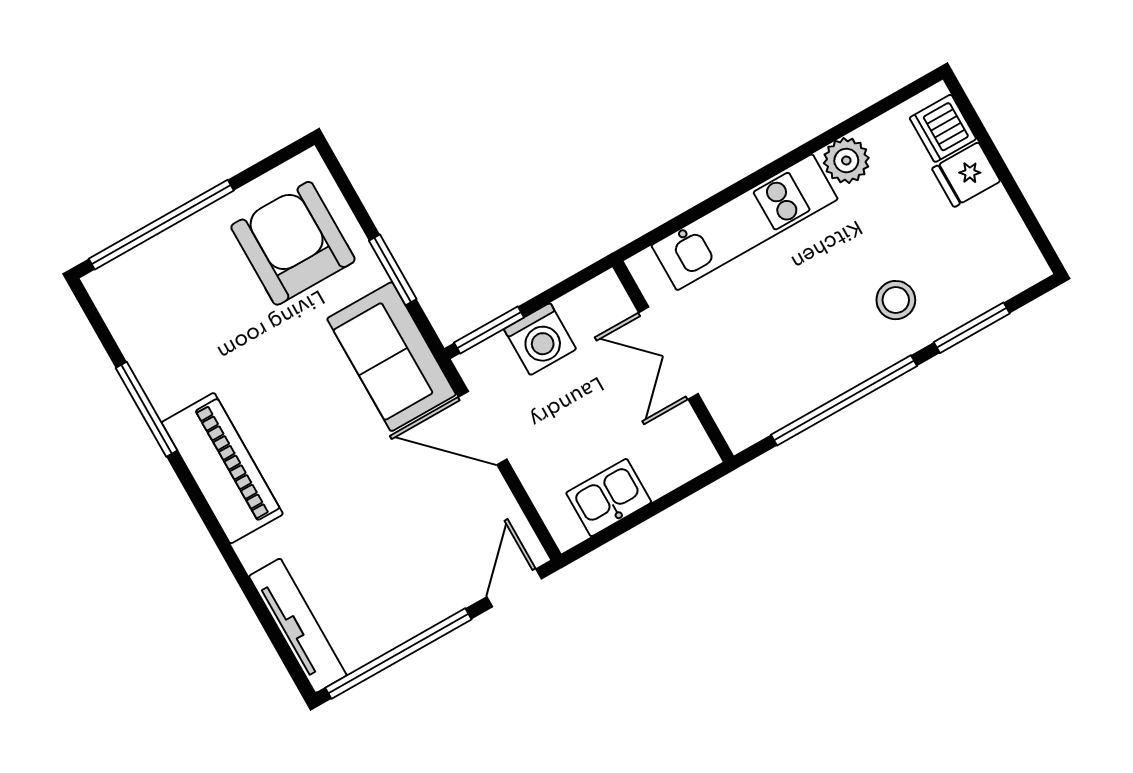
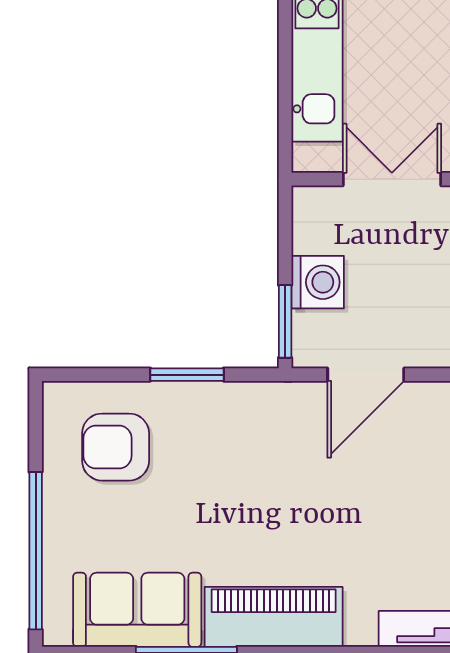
armchair: (293, 243) -> (116, 447), width x0.73, depth x0.73
double door: (668, 353) -> (392, 179), swing flipped
sofa: (392, 357) -> (137, 610), moved, turned 180

